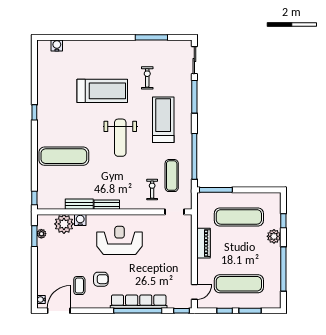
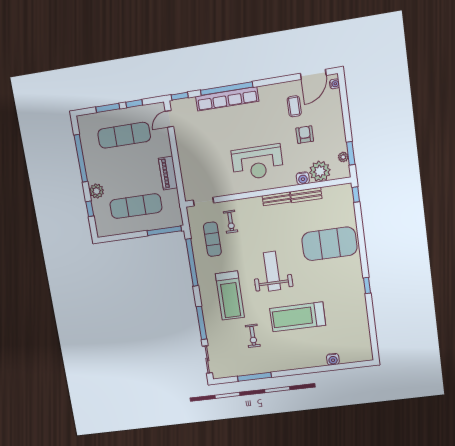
water cooler: (57, 45) -> (333, 359), moved
exercise mat: (64, 156) -> (329, 244), width x1.47
armchair: (101, 279) -> (305, 135), moved, turned 90

